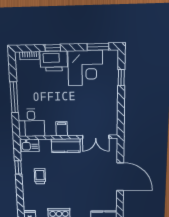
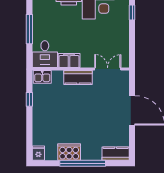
filing cabinet: (62, 129) -> (69, 61), width x2.00
double door: (96, 137) -> (108, 69), swing flipped
trolley: (40, 176) -> (51, 109), removed

